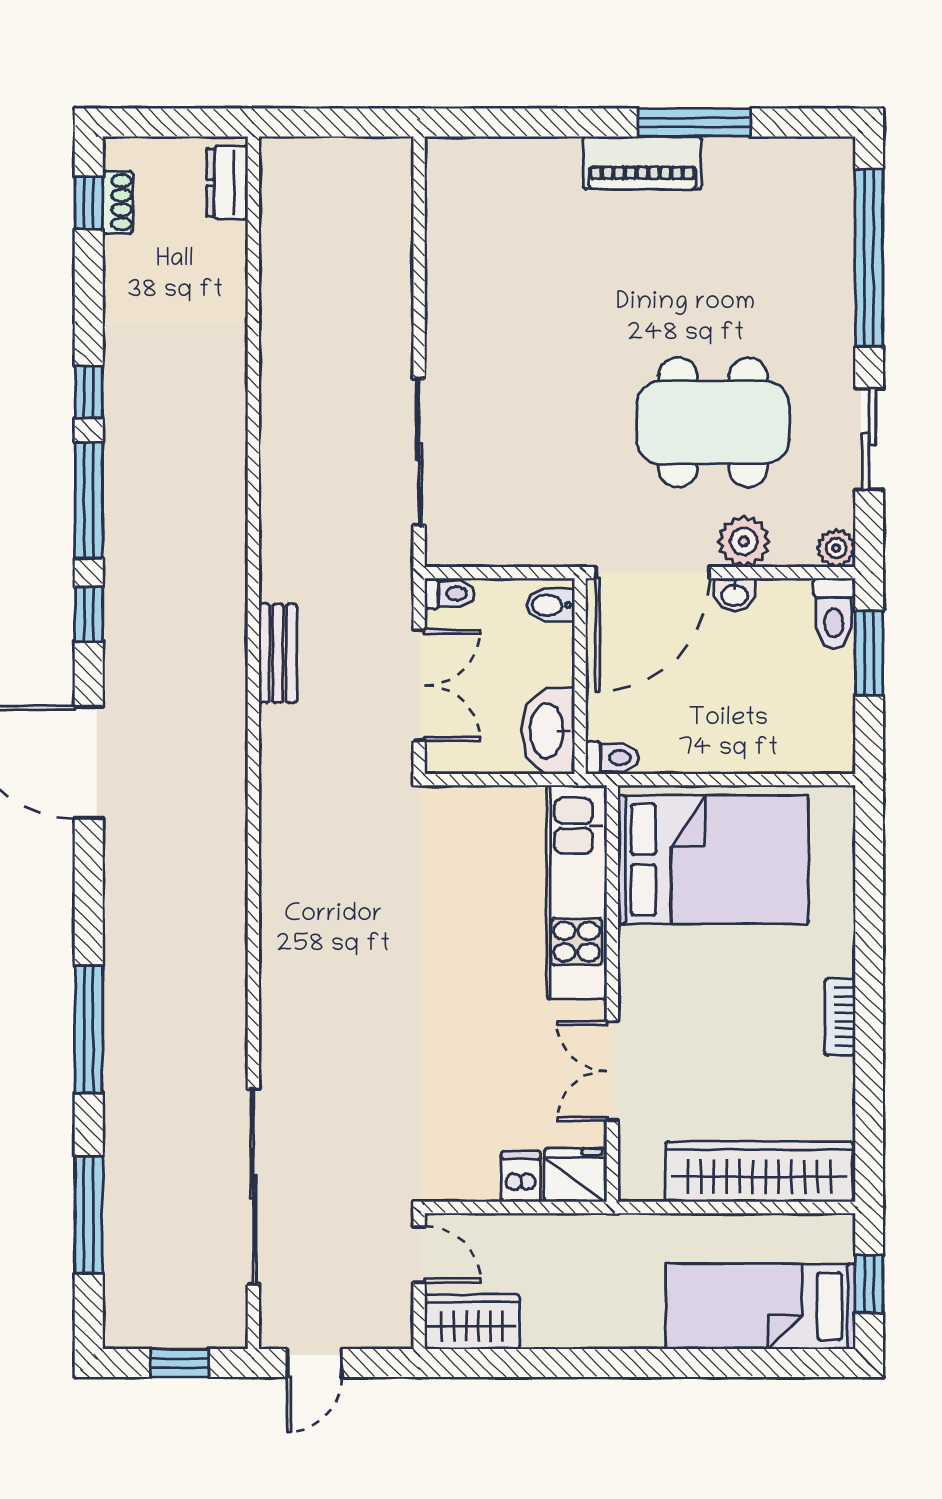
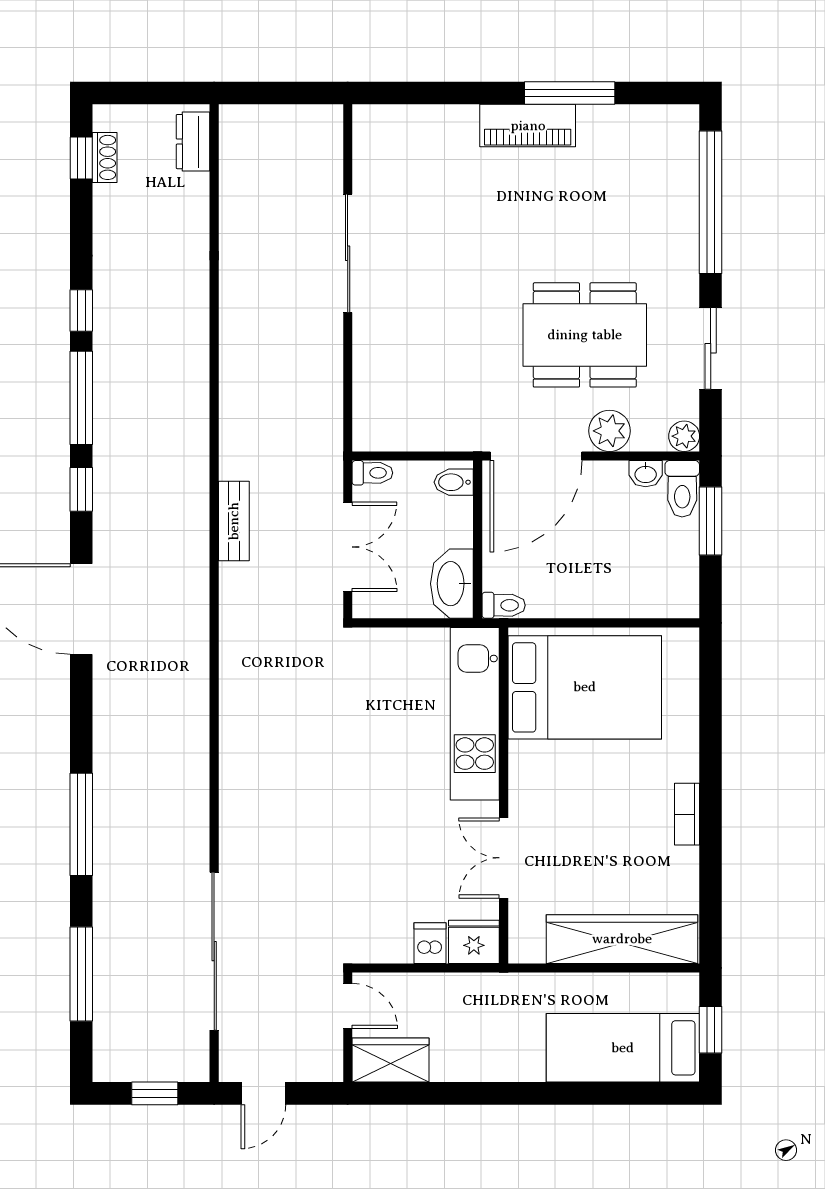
sliding door: (419, 452) -> (348, 253), moved
washbasin: (735, 595) -> (646, 474), moved

